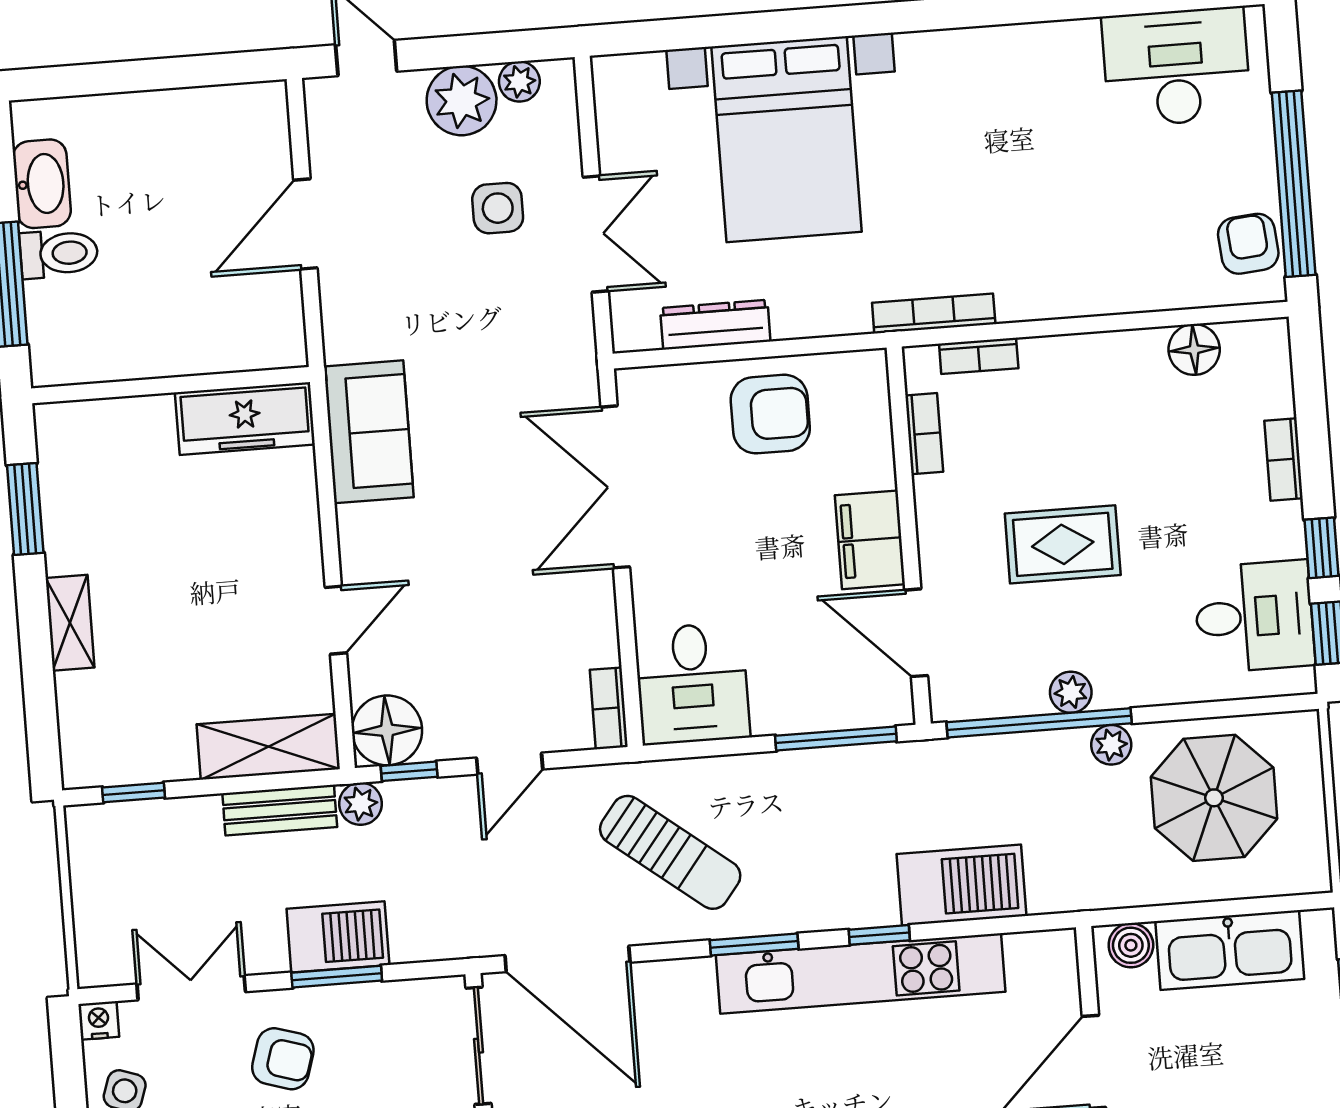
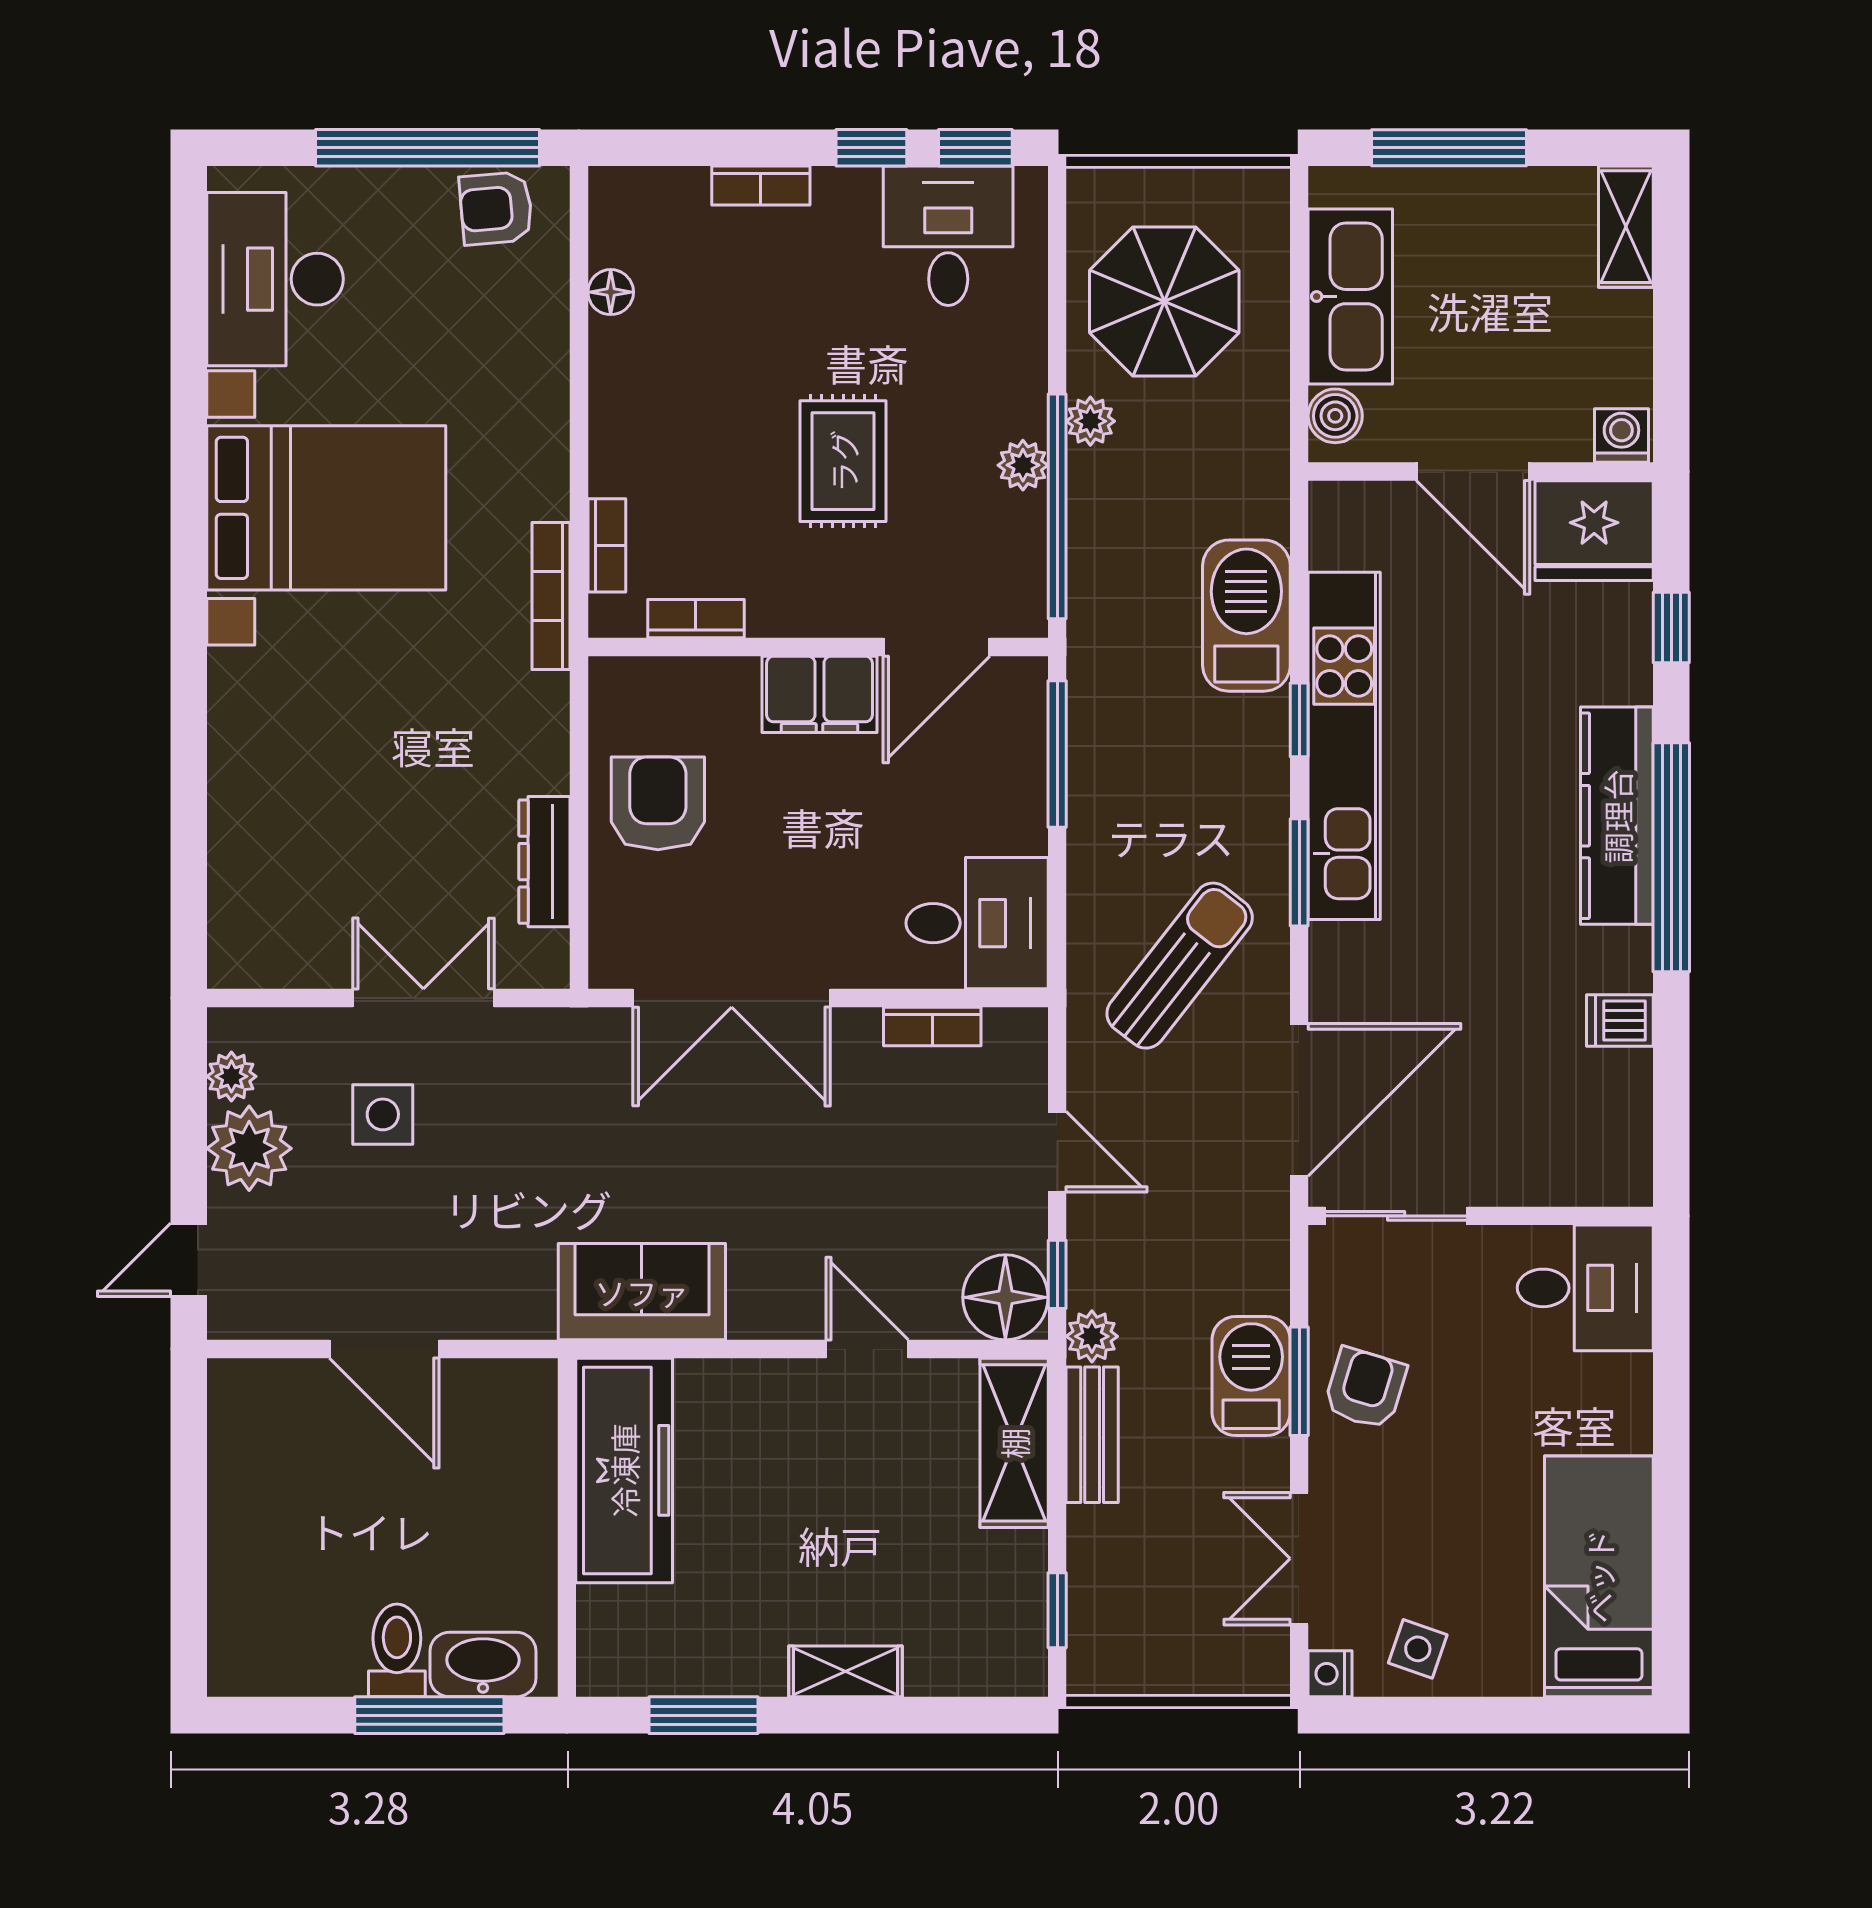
bed with nightstands: (787, 139) -> (326, 508), moved
washbasin: (42, 184) -> (483, 1665), moved
floor lamp: (1194, 350) -> (611, 292), width x0.73, depth x0.73
freezer: (245, 418) -> (624, 1470), width x1.36, depth x1.26
bookcase: (609, 708) -> (932, 1027), moved
armchair: (283, 1059) -> (1365, 1388), moved

